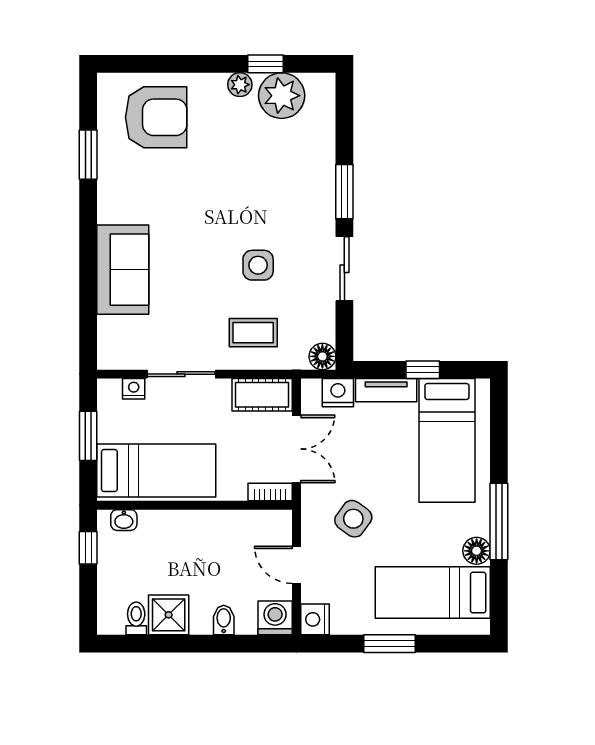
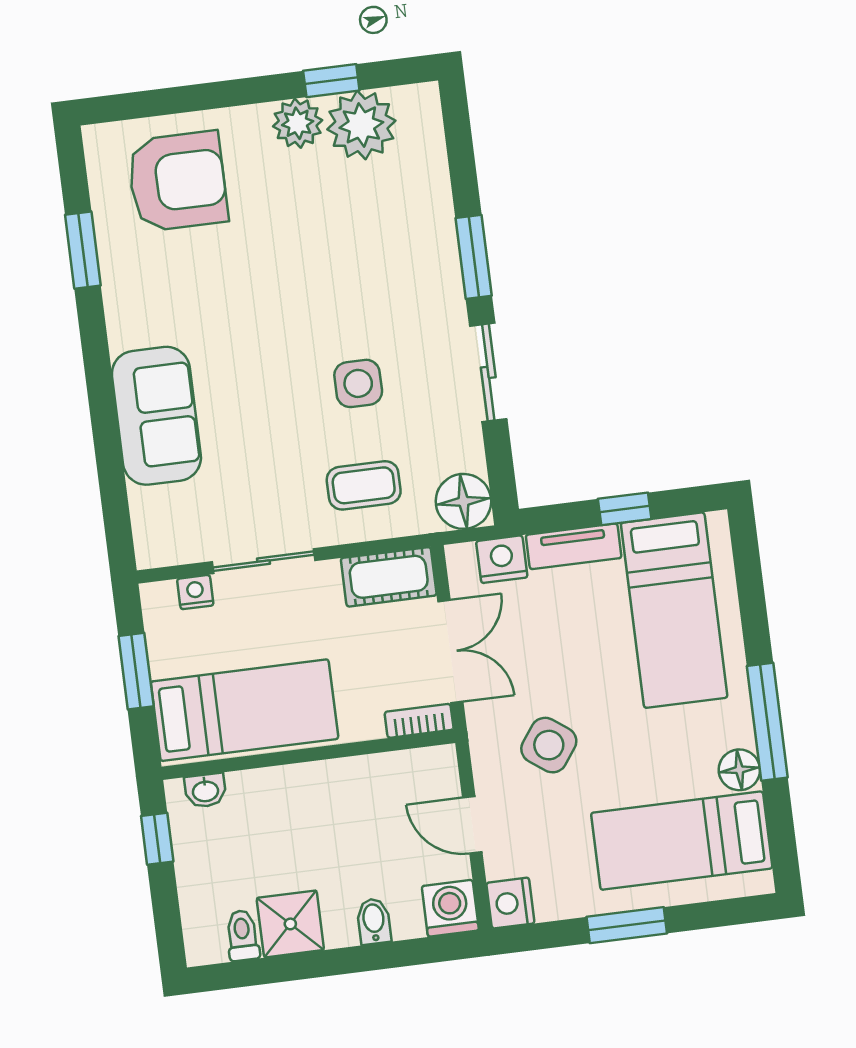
plant: (240, 85) -> (298, 123), width x1.38, depth x1.38
floor lamp: (322, 356) -> (463, 501), width x1.38, depth x1.38

